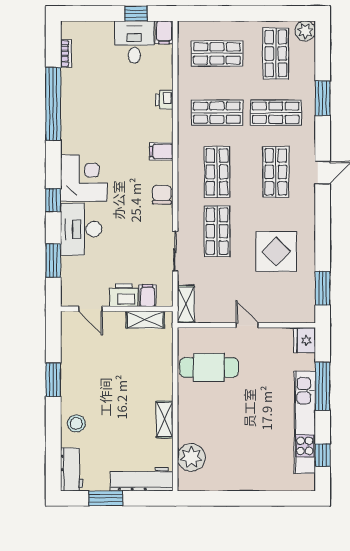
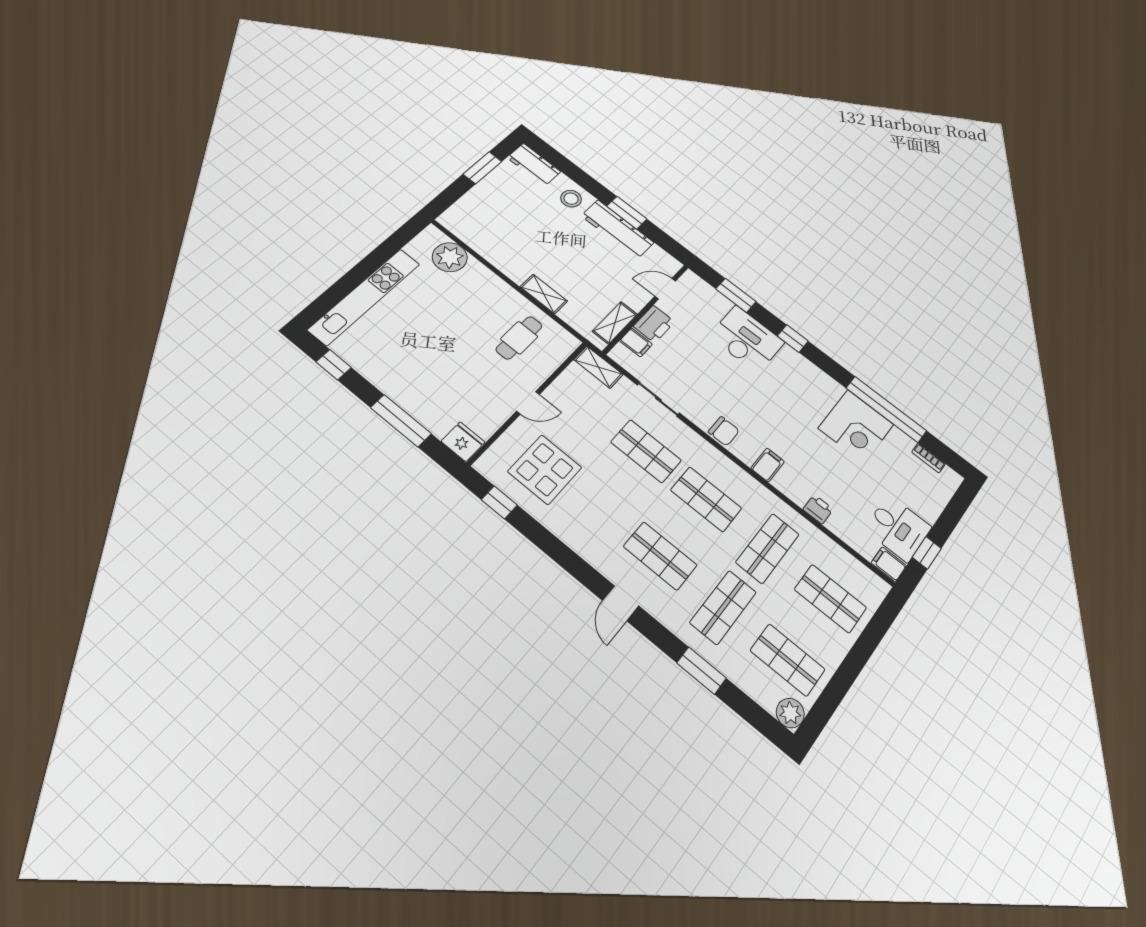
shop shelf: (217, 53) -> (830, 599), turned 90
corner desk: (84, 178) -> (856, 426), moved
display table: (276, 252) -> (545, 470), moved
window: (323, 288) -> (499, 502), width x0.67
cafe table: (209, 368) -> (519, 338), width x0.73, depth x0.74
shelving: (165, 419) -> (544, 294), moved
kitchen unit: (305, 422) -> (365, 296), moved, turned 90
workbench: (142, 479) -> (618, 229), moved, turned 90

